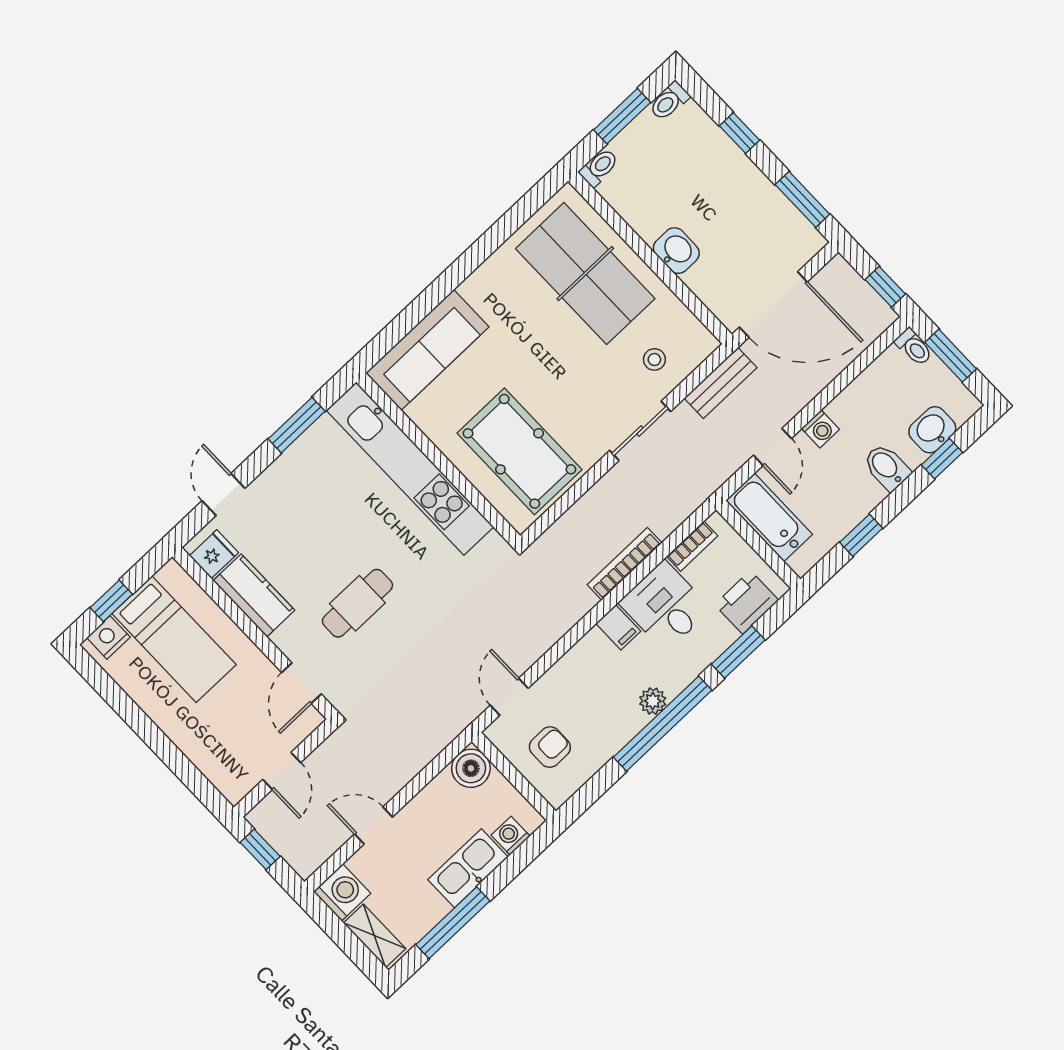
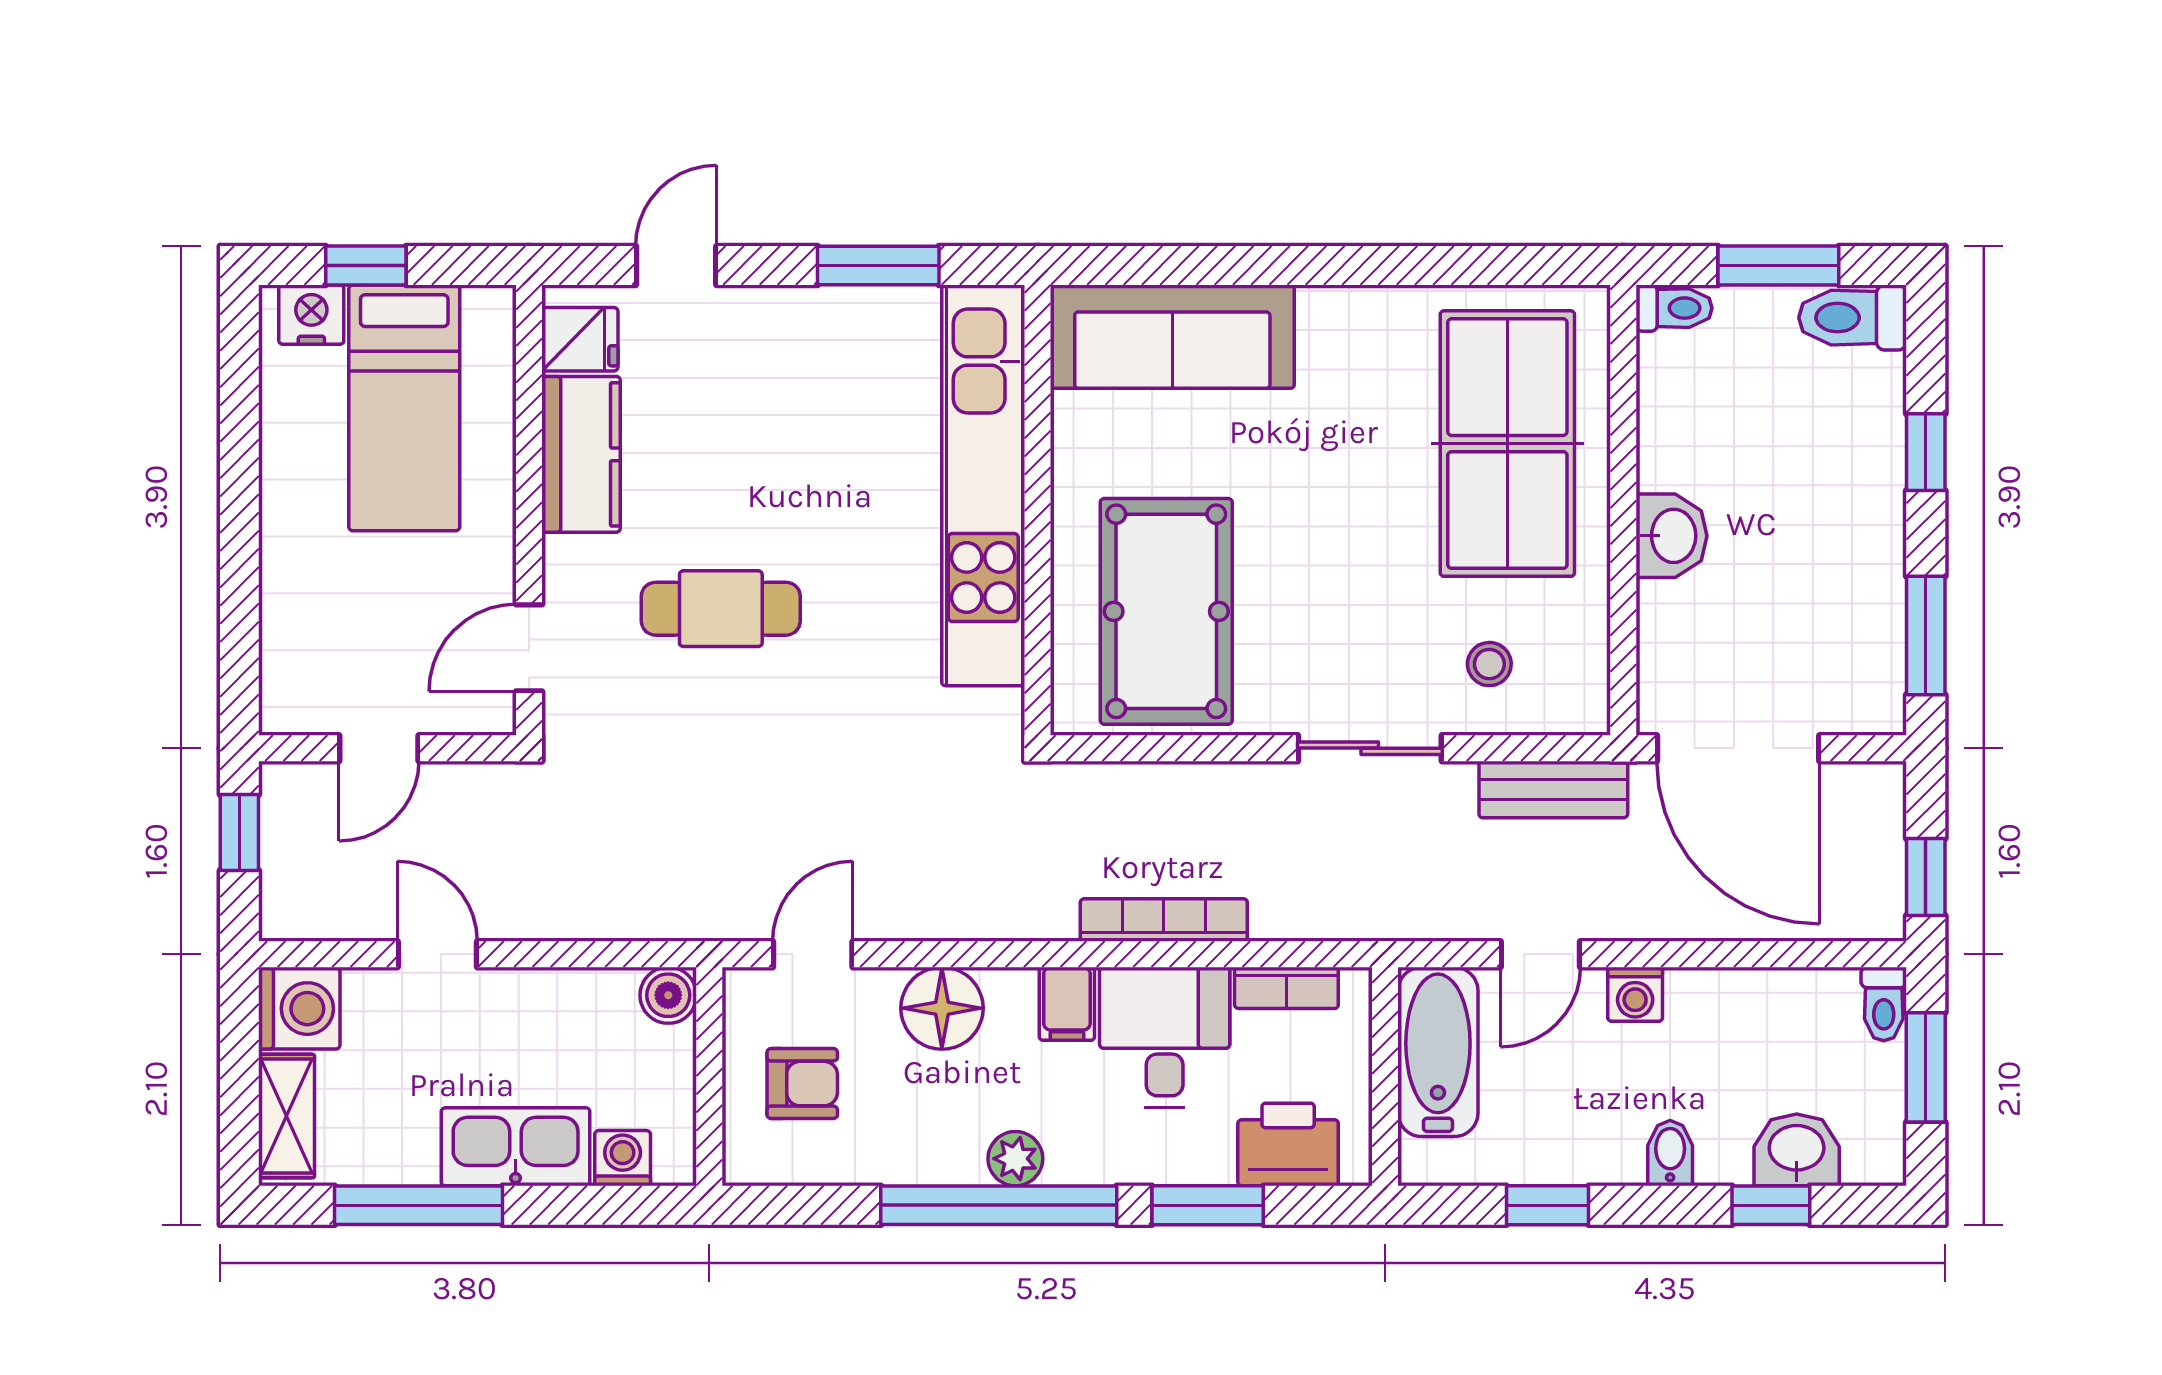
toilet: (669, 101) -> (1853, 318), width x1.37, depth x1.39
bidet: (887, 467) -> (1670, 1153), width x0.72, depth x0.74
floor lamp: (575, 672) -> (942, 1008), added
boiler: (471, 768) -> (668, 995), width x0.73, depth x0.73

